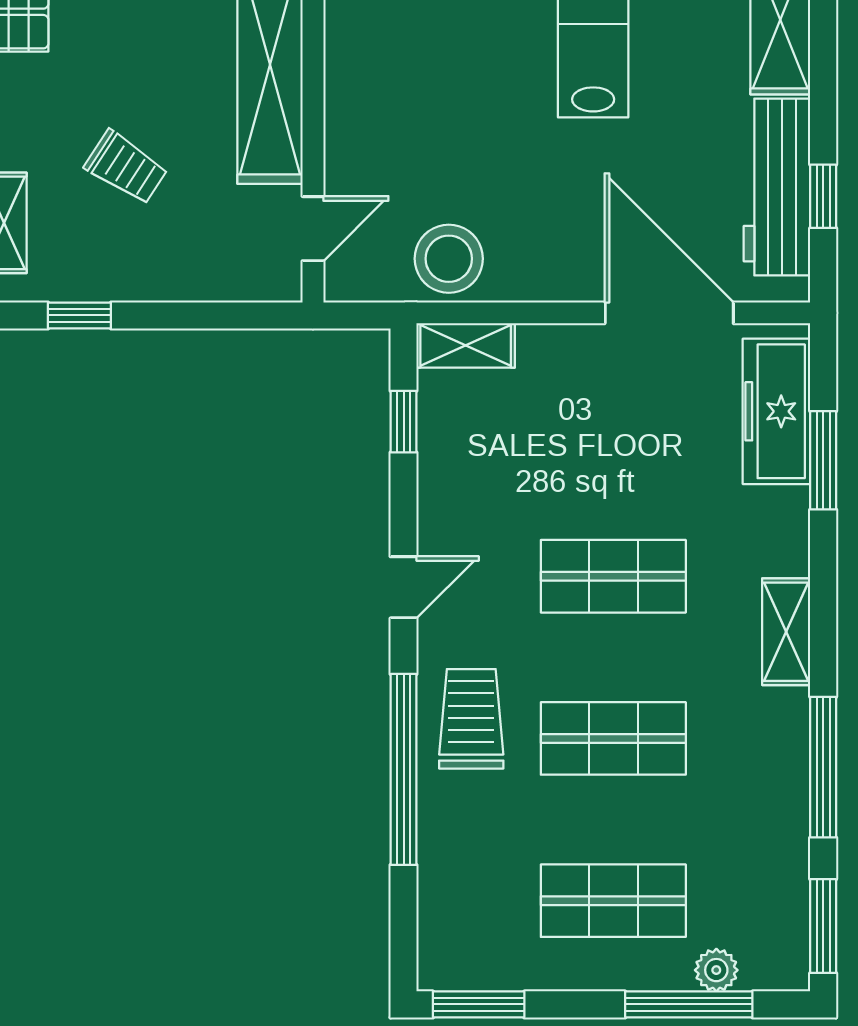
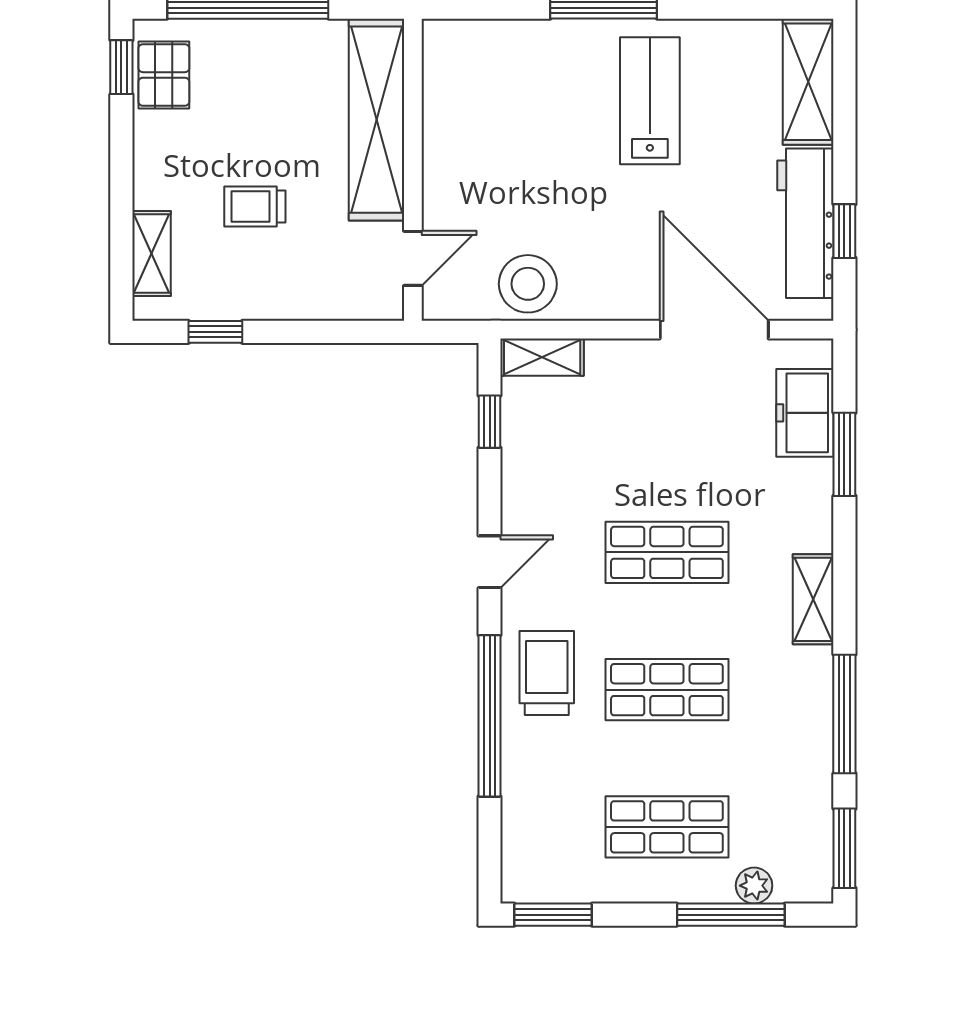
trolley: (126, 167) -> (255, 207), turned 147
freezer: (776, 411) -> (805, 413), width x0.71

